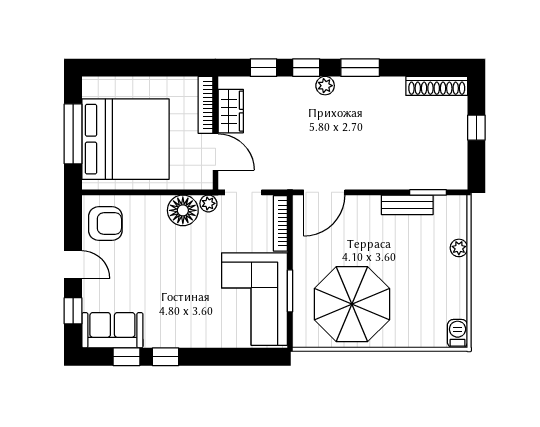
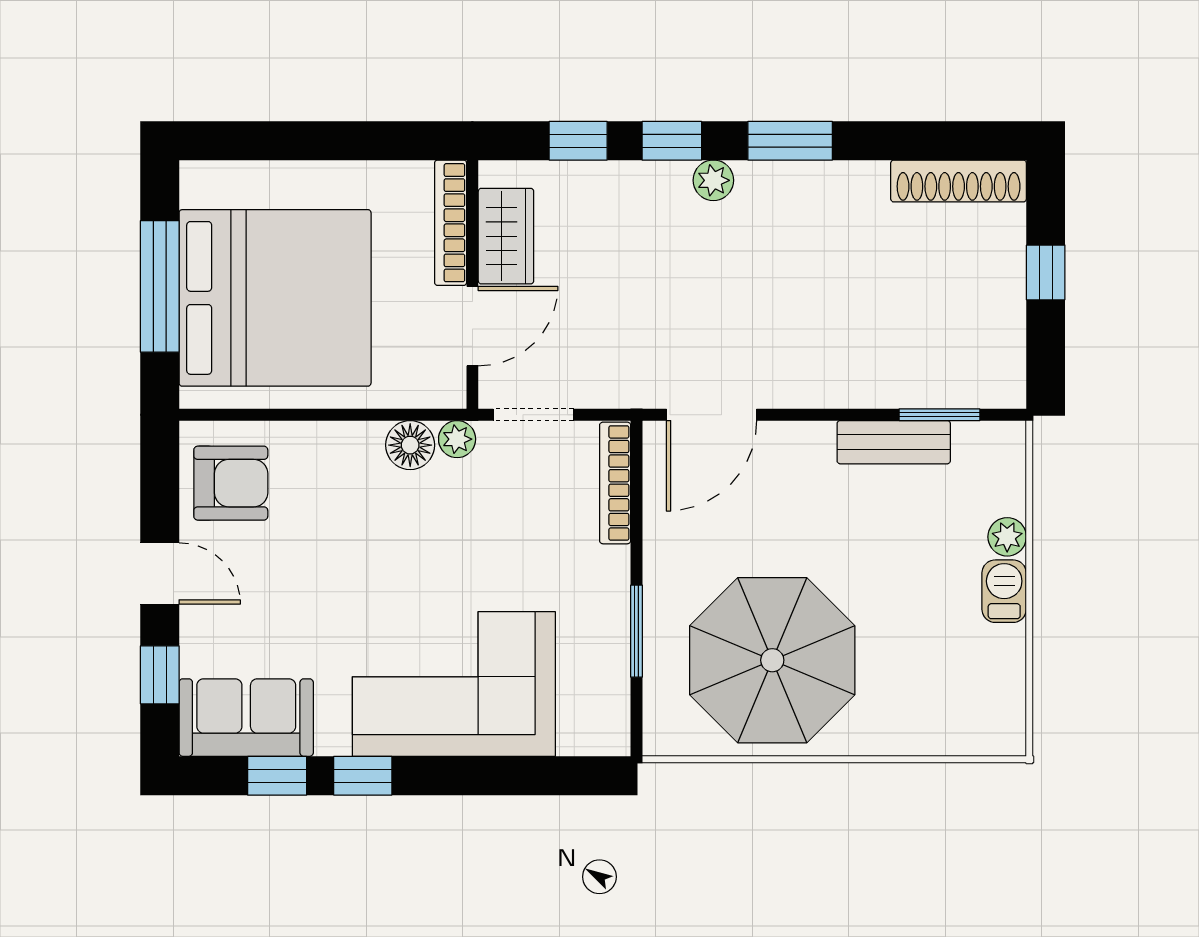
door: (215, 152) -> (472, 326), hinge flipped
floor lamp: (183, 210) -> (410, 445), width x0.73, depth x0.73
corner sofa: (254, 299) -> (454, 684), moved, turned 90
barbecue: (458, 334) -> (1004, 591), moved

